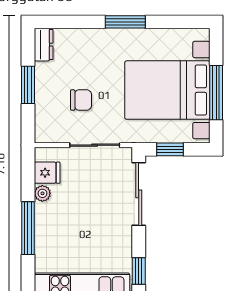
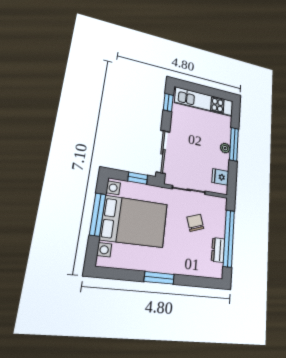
dresser: (44, 45) -> (218, 250), moved
window: (28, 85) -> (229, 238), width x2.11
chair: (81, 100) -> (195, 223), turned 71
plant: (42, 193) -> (225, 148), moved

